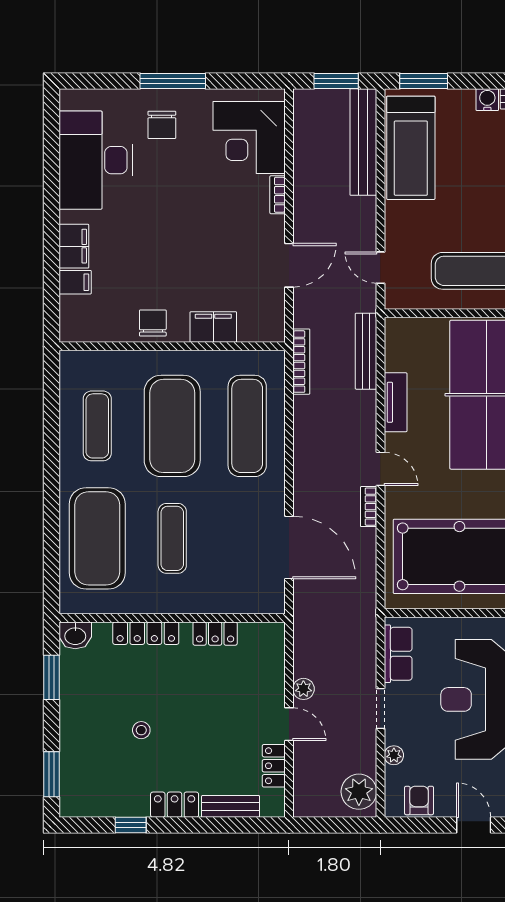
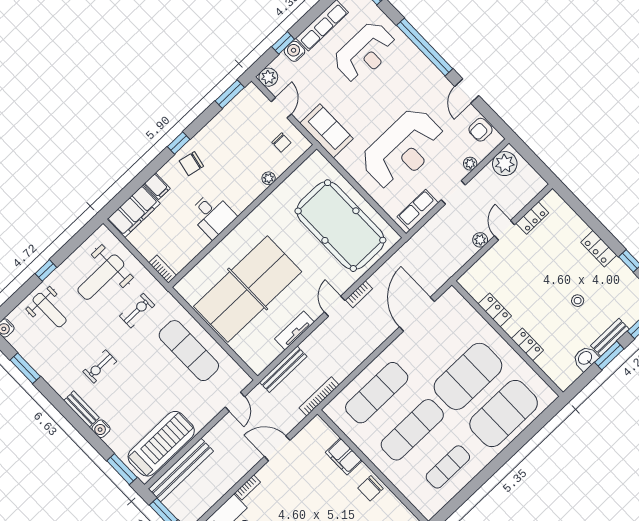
exercise mat: (172, 426) -> (412, 430), width x0.68
exercise mat: (172, 538) -> (468, 376), width x2.00, depth x1.45
locker: (146, 633) -> (527, 344), width x0.66
washbasin: (75, 635) -> (585, 358), moved, turned -90
window: (52, 677) -> (609, 356), moved
bench: (231, 806) -> (610, 337), moved, turned 90

